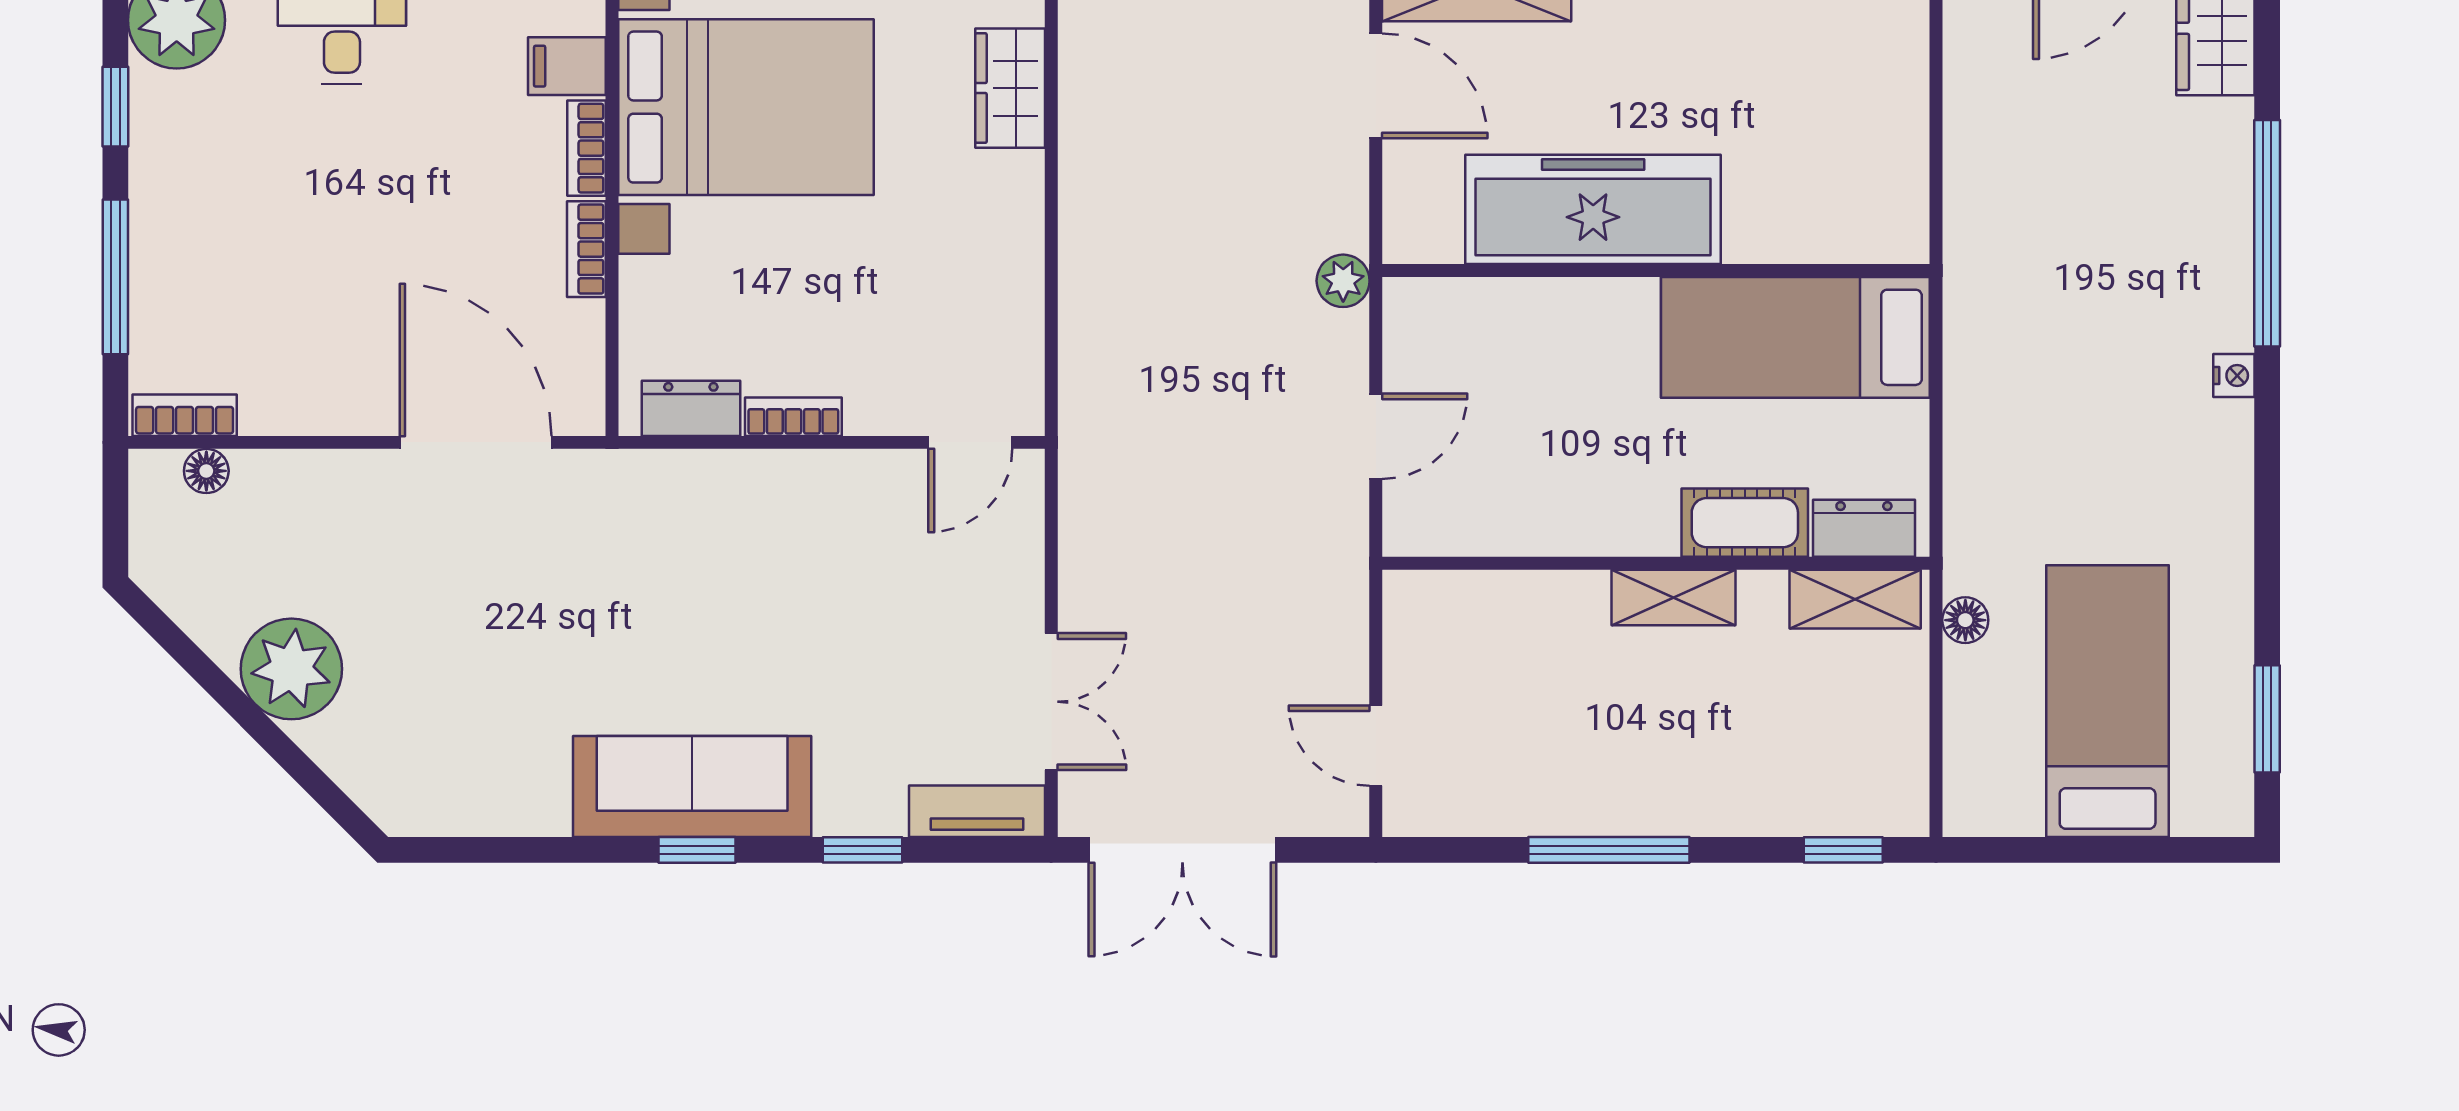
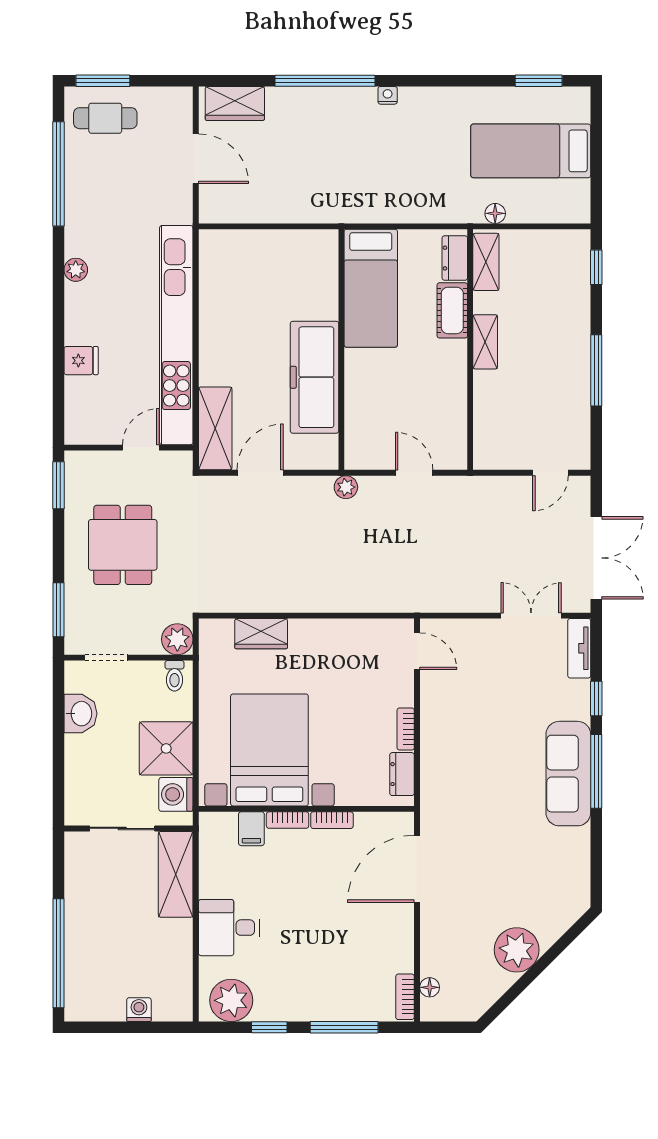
window: (697, 850) -> (596, 771), width x2.17

